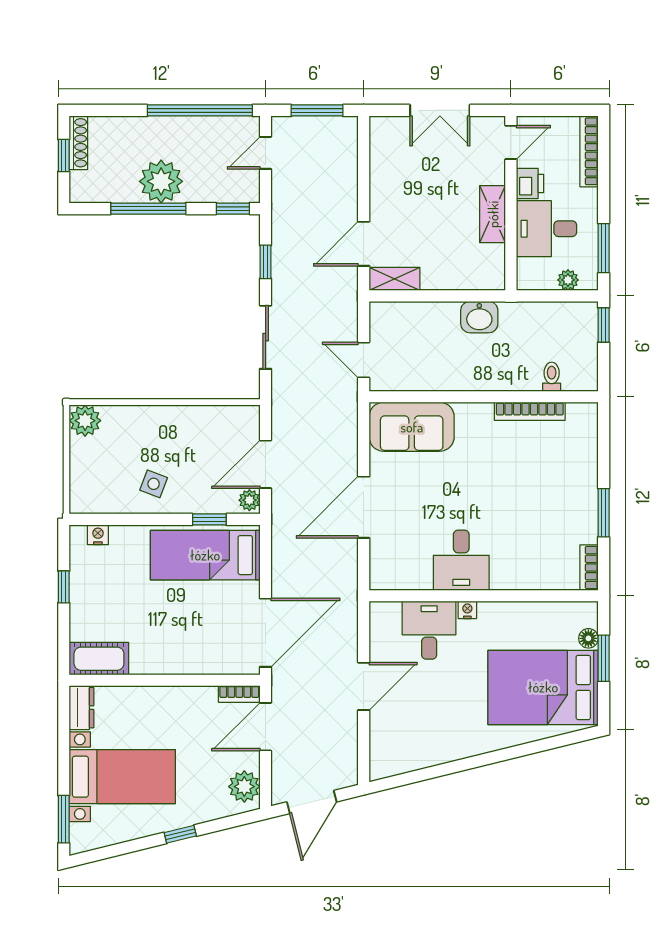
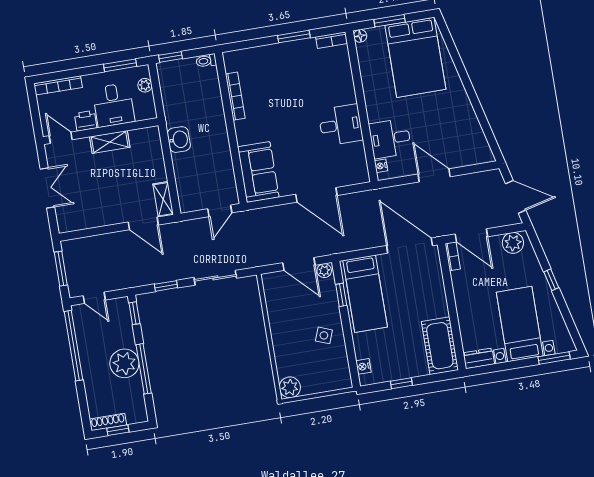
toilet: (552, 377) -> (206, 61), moved
nightstand: (467, 610) -> (381, 166), moved
floor lamp: (588, 638) -> (360, 36), moved
cot: (99, 659) -> (440, 346), width x1.37, depth x1.34

